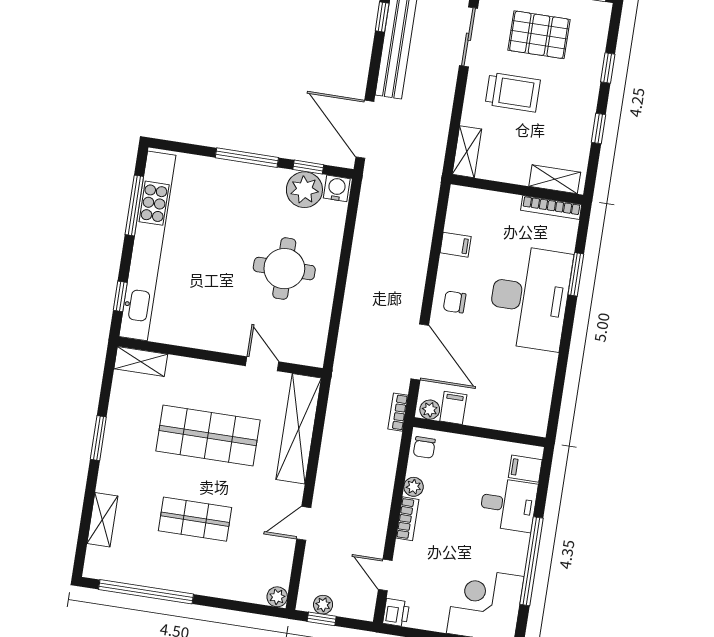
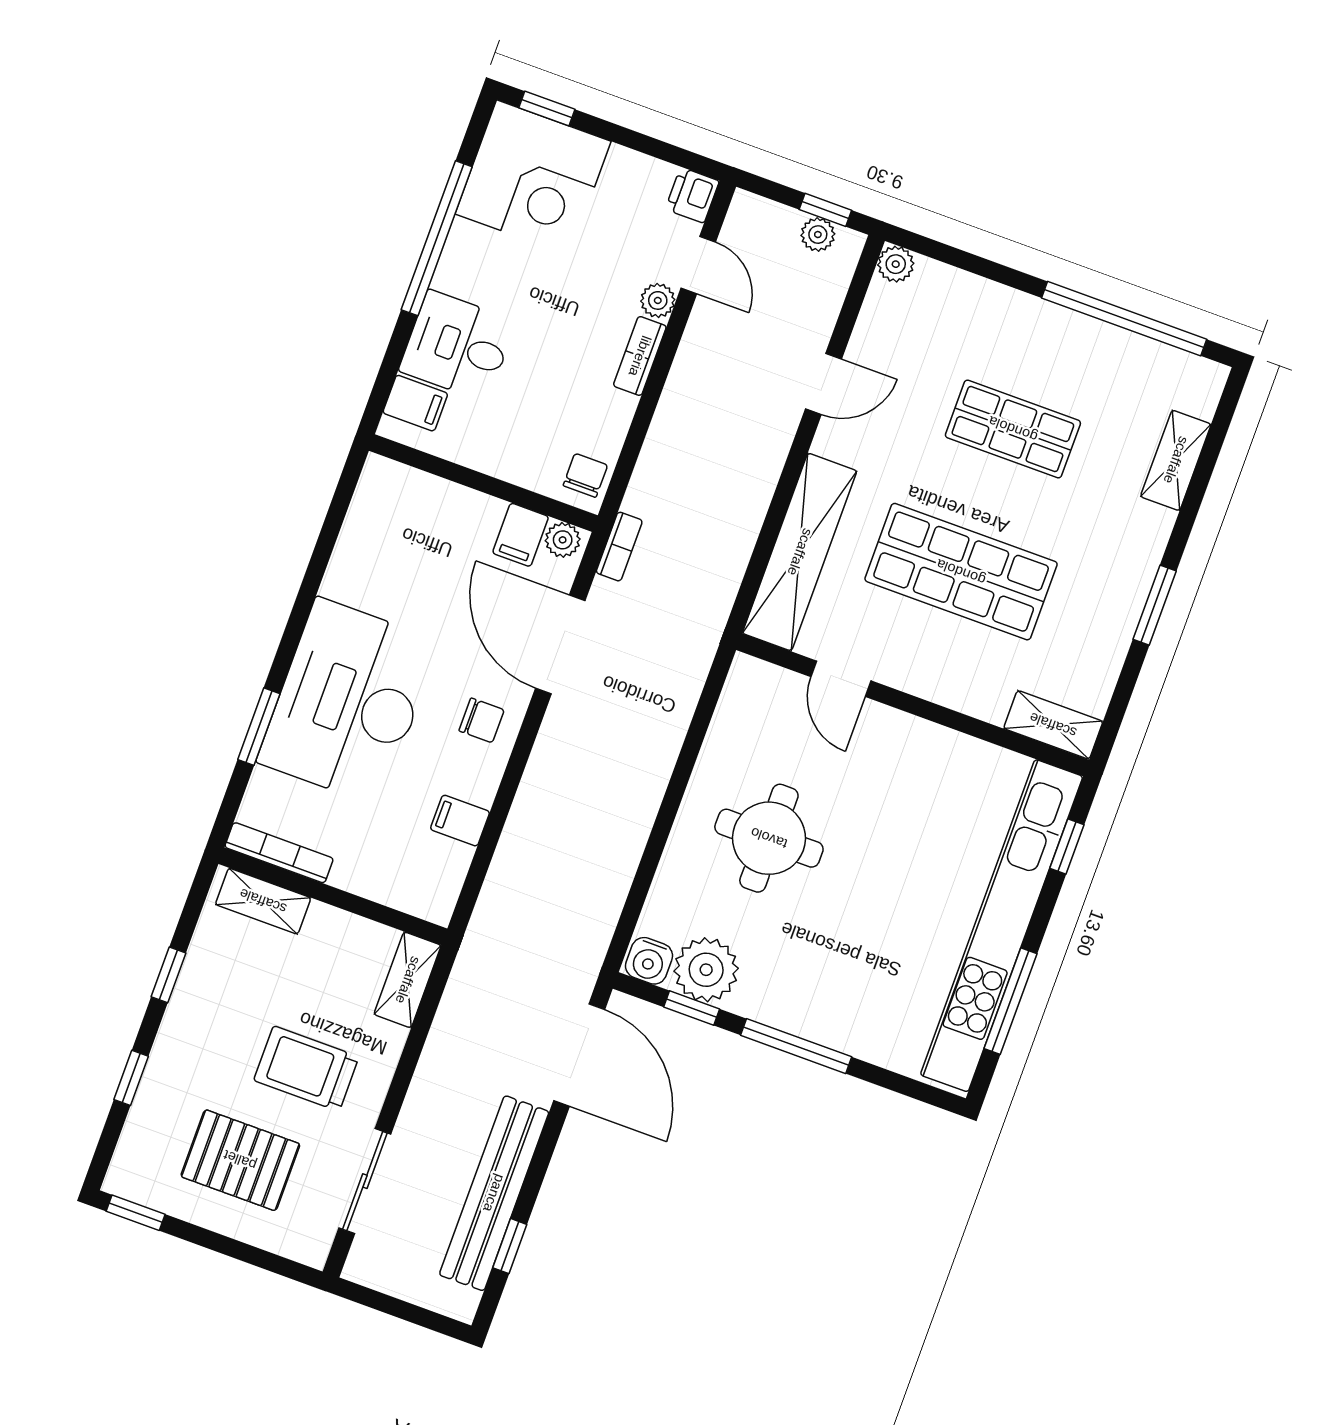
plant: (414, 487) -> (658, 300), moved

